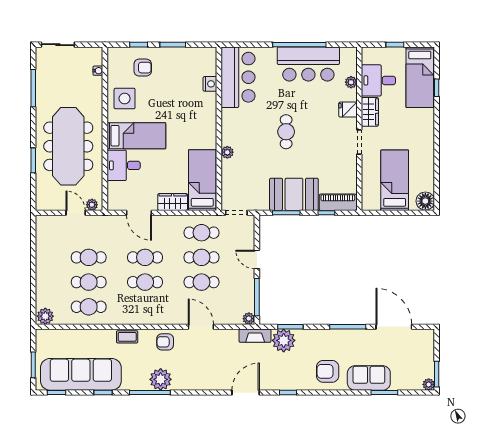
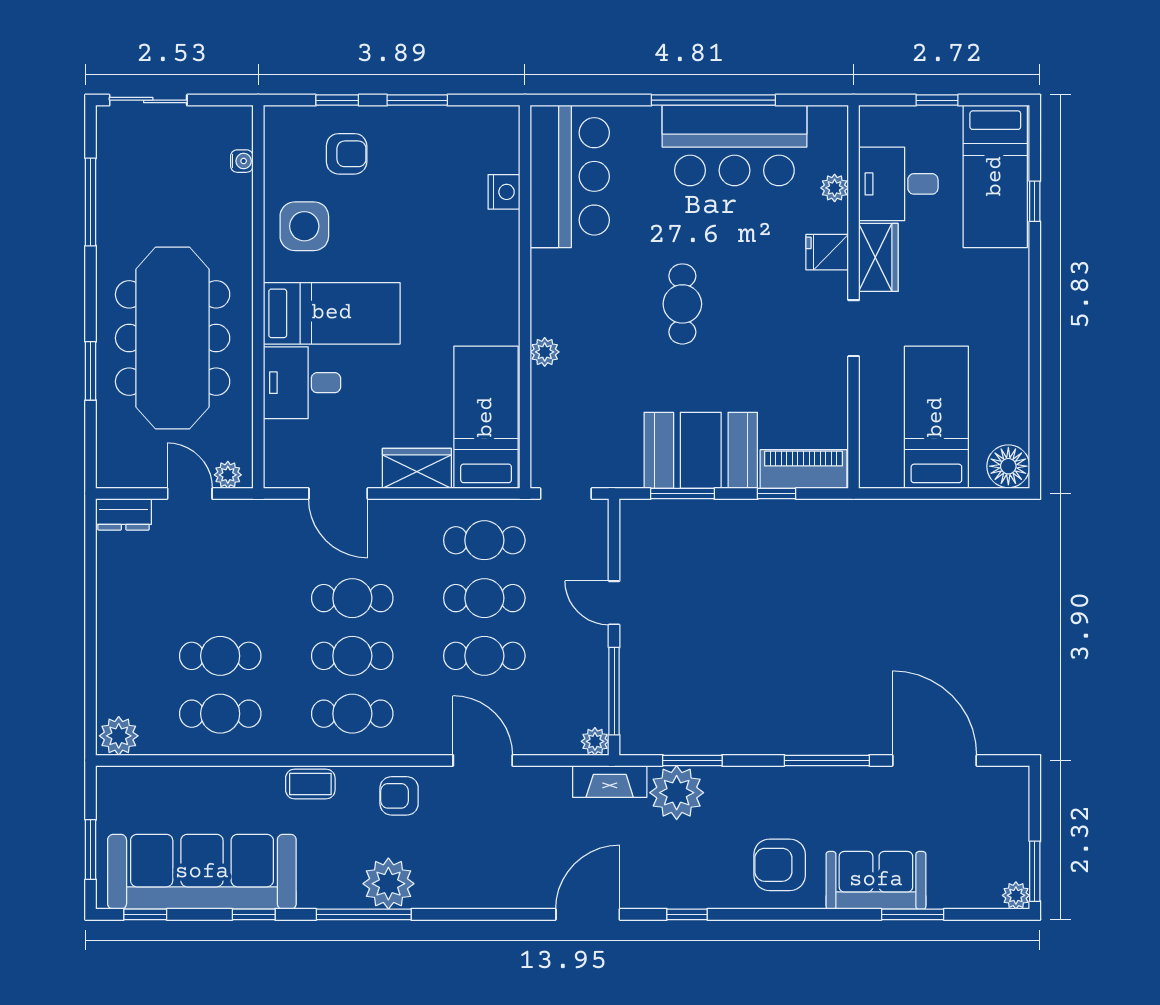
dresser: (47, 222) -> (124, 514), added
cafe table: (89, 257) -> (352, 714), moved

